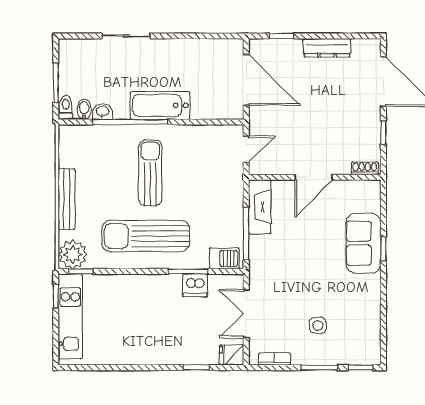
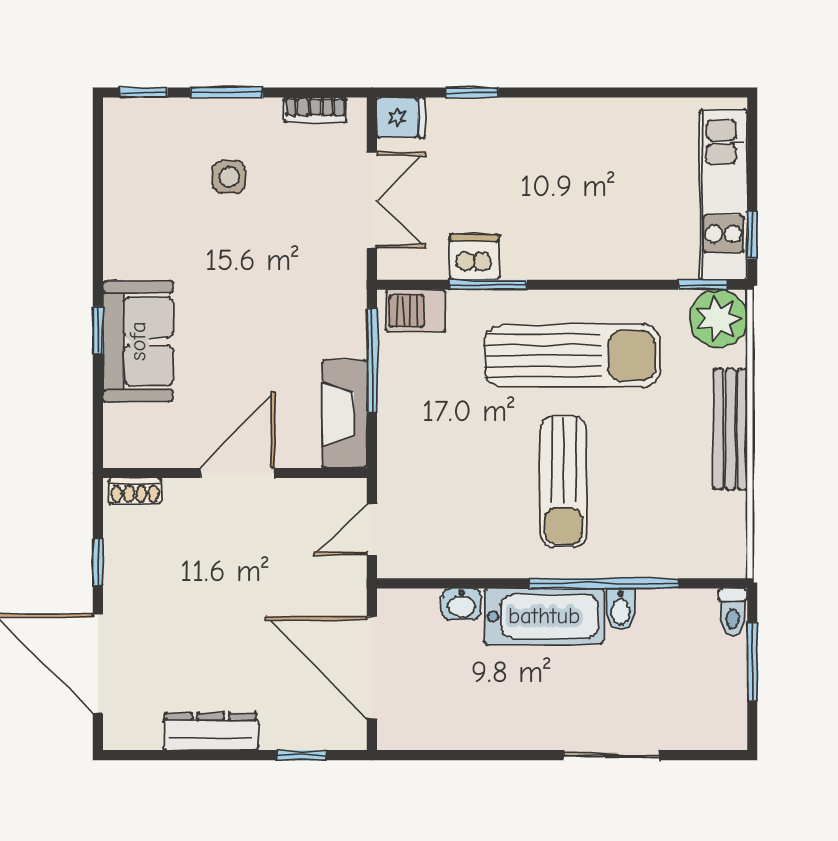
bidet: (84, 109) -> (621, 609), moved
washbasin: (103, 112) -> (462, 604), moved

